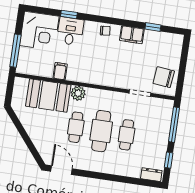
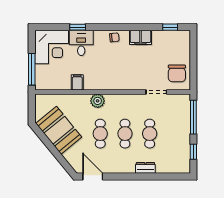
window: (153, 27) -> (170, 27), moved
chair: (164, 77) -> (177, 73), turned -96
booth: (48, 96) -> (59, 130), moved, turned 51
cafe table: (101, 131) -> (125, 134), width x0.73, depth x0.74
dresser: (151, 175) -> (145, 168), moved

